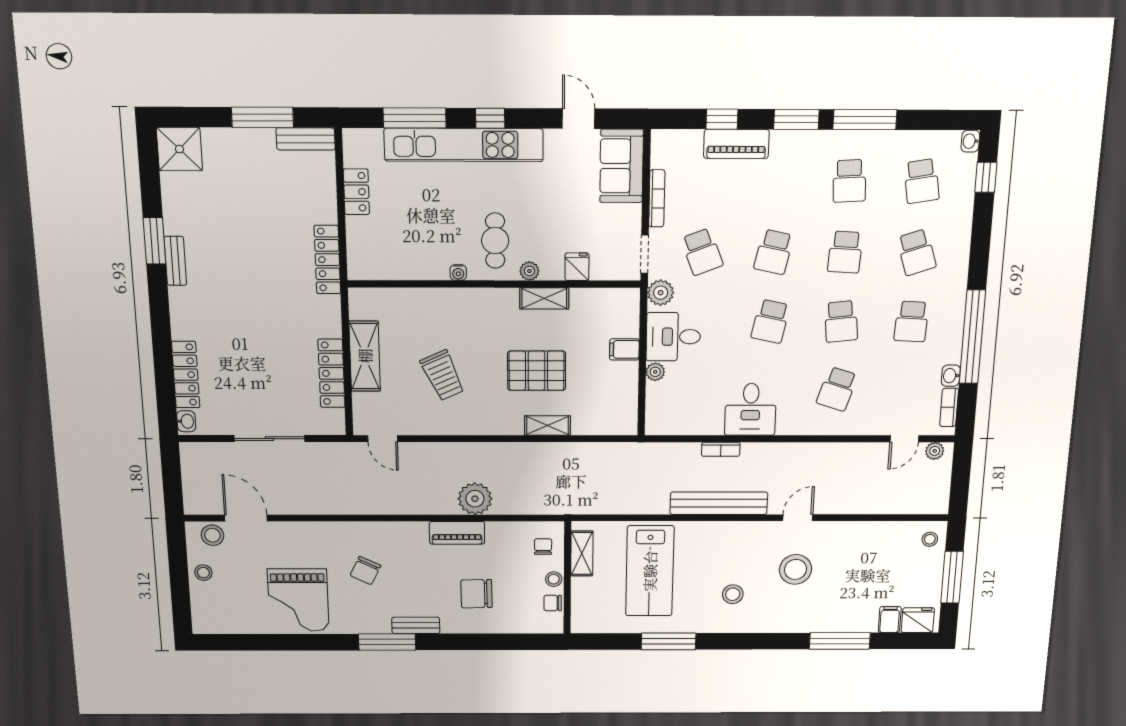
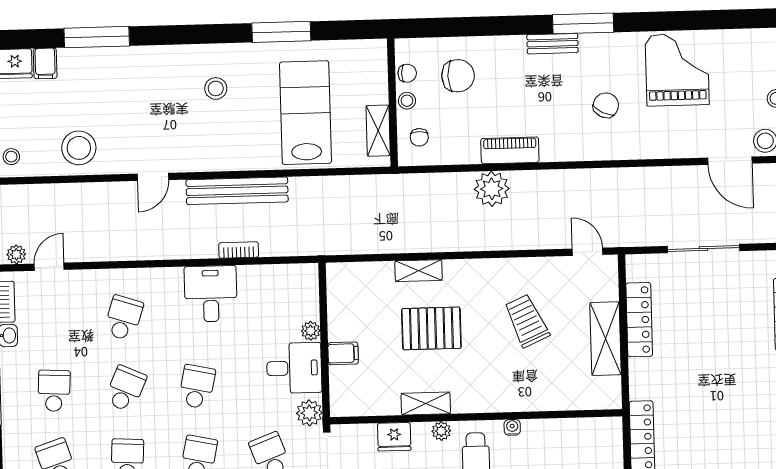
fridge: (577, 267) -> (394, 437), width x1.38
school desk: (841, 321) -> (125, 389), turned 30
stool: (795, 569) -> (79, 148), moved
chair: (476, 594) -> (458, 76), moved

